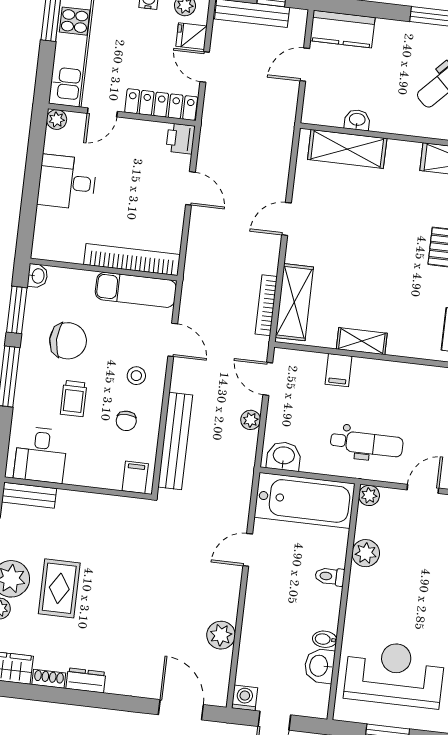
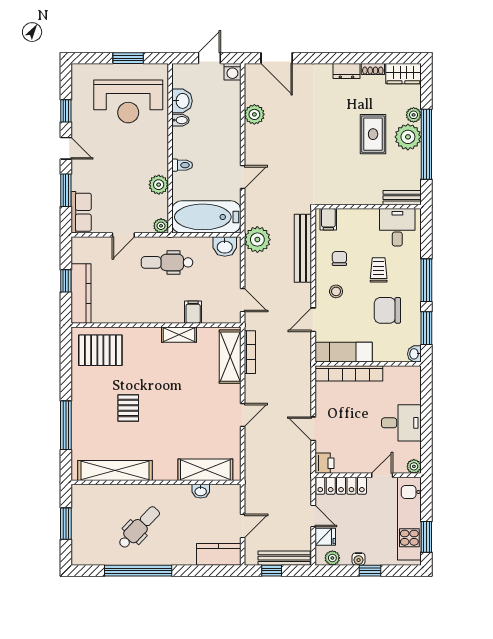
door: (173, 340) -> (313, 320), hinge flipped
plant: (251, 420) -> (257, 240), moved, width x1.87, depth x1.87

